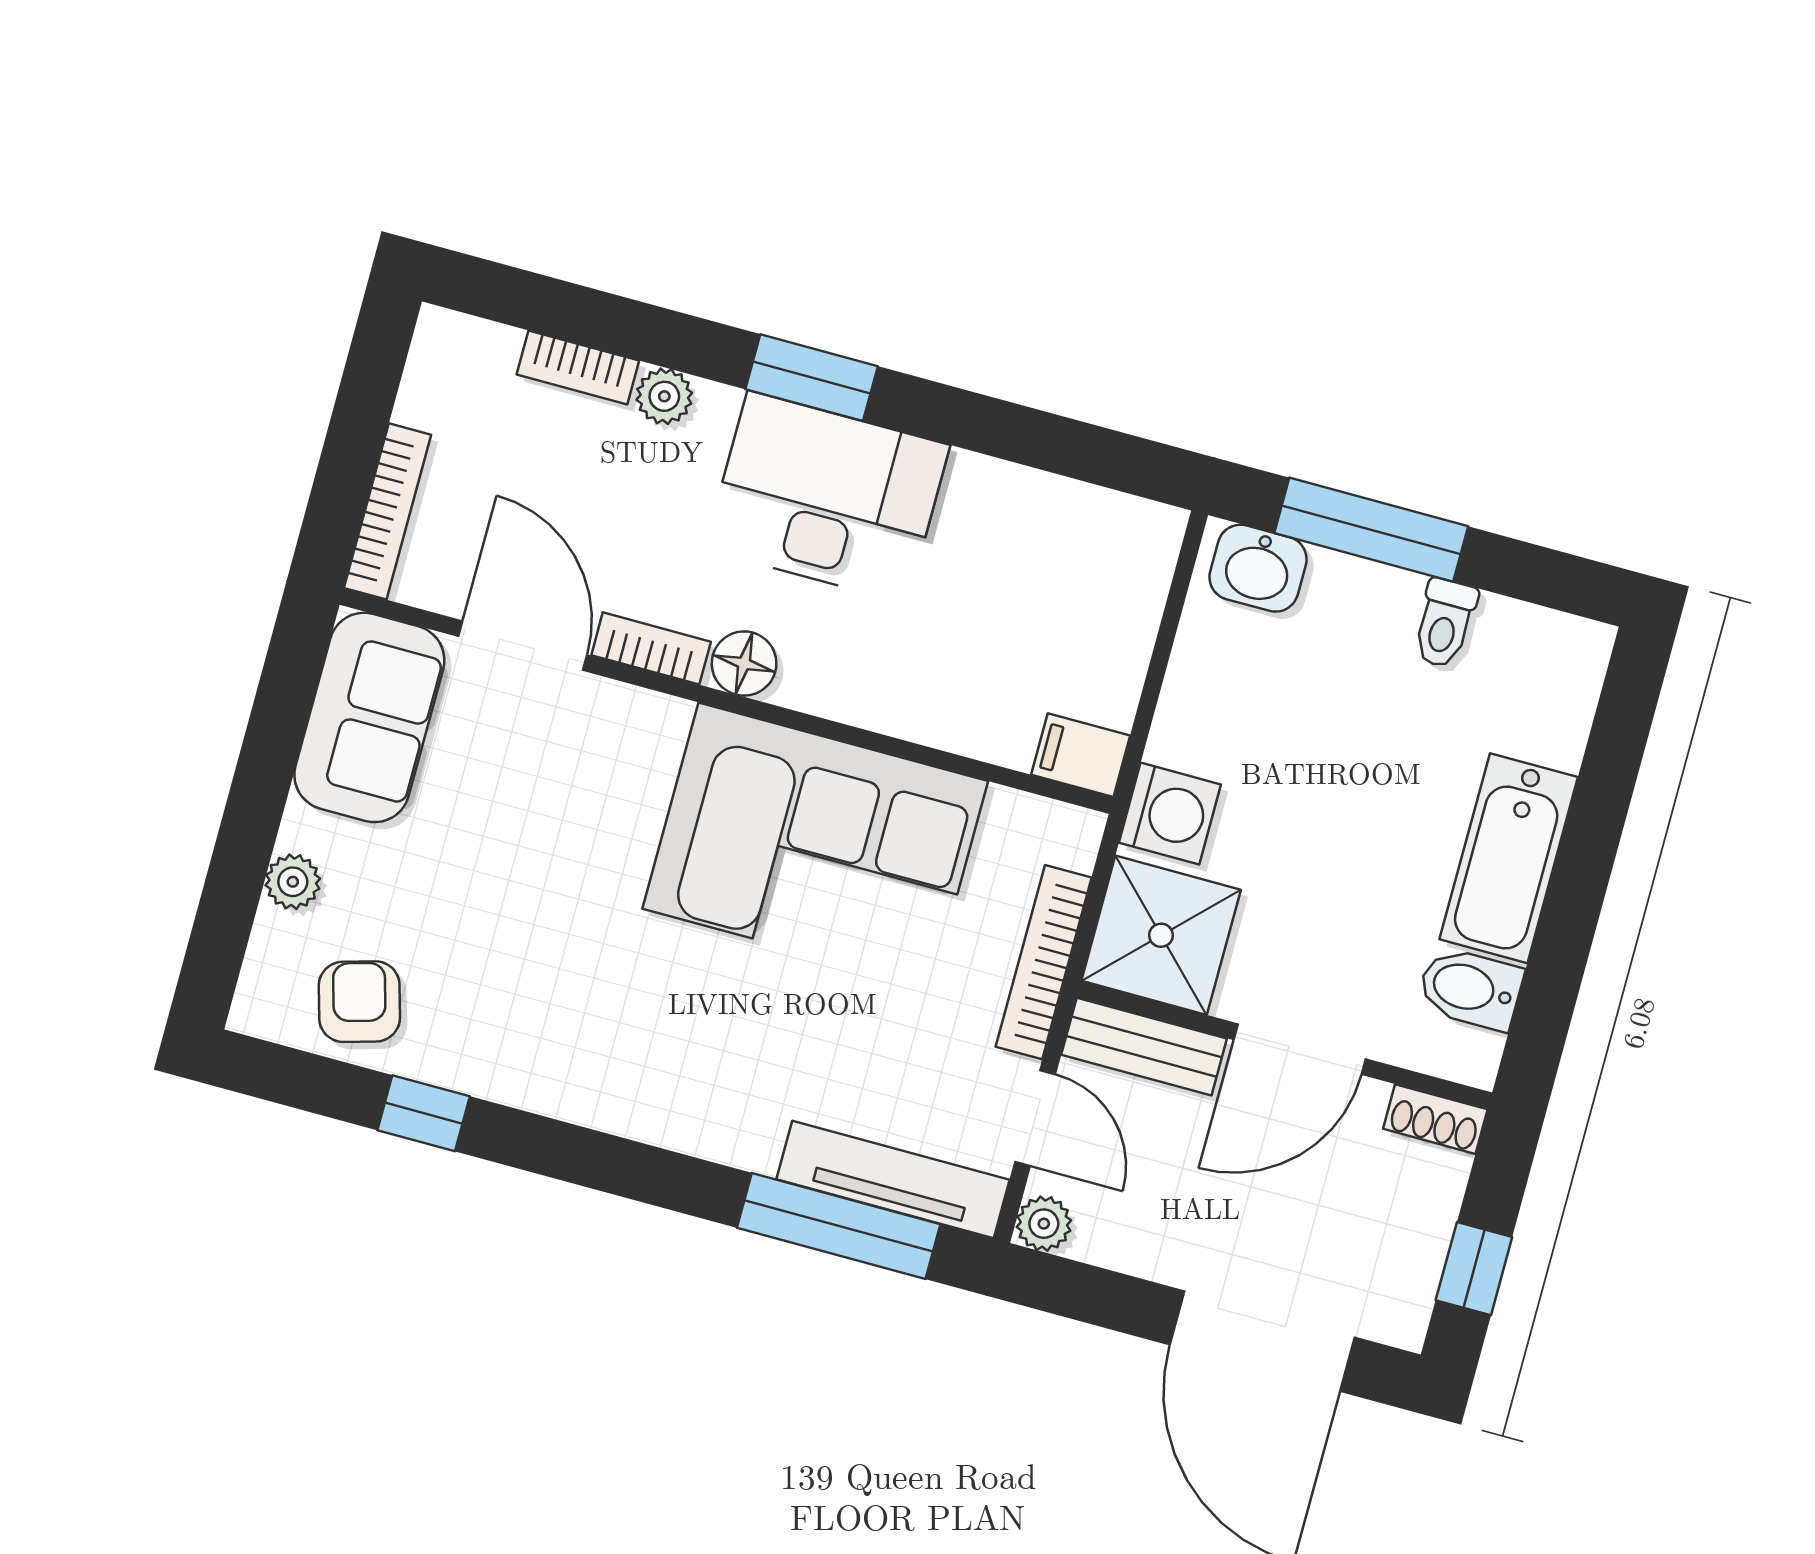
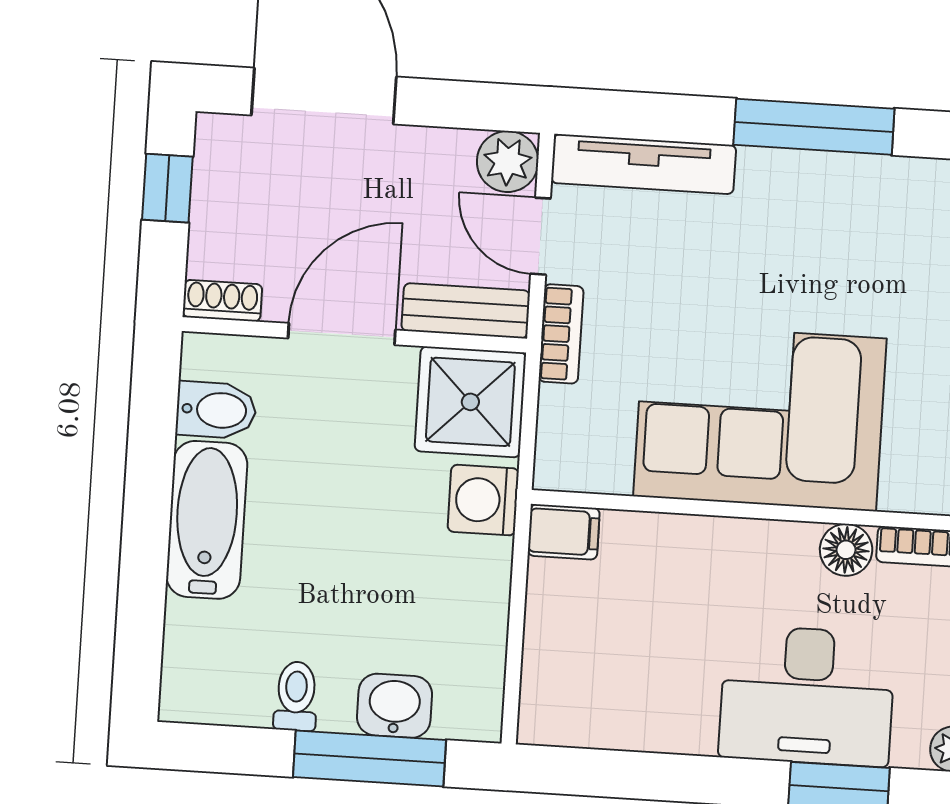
washbasin: (1258, 568) -> (394, 706), moved
bookcase: (1044, 962) -> (561, 334), width x0.64
plant: (1044, 1224) -> (508, 161), width x1.38, depth x1.38
window: (839, 1226) -> (814, 127), moved

